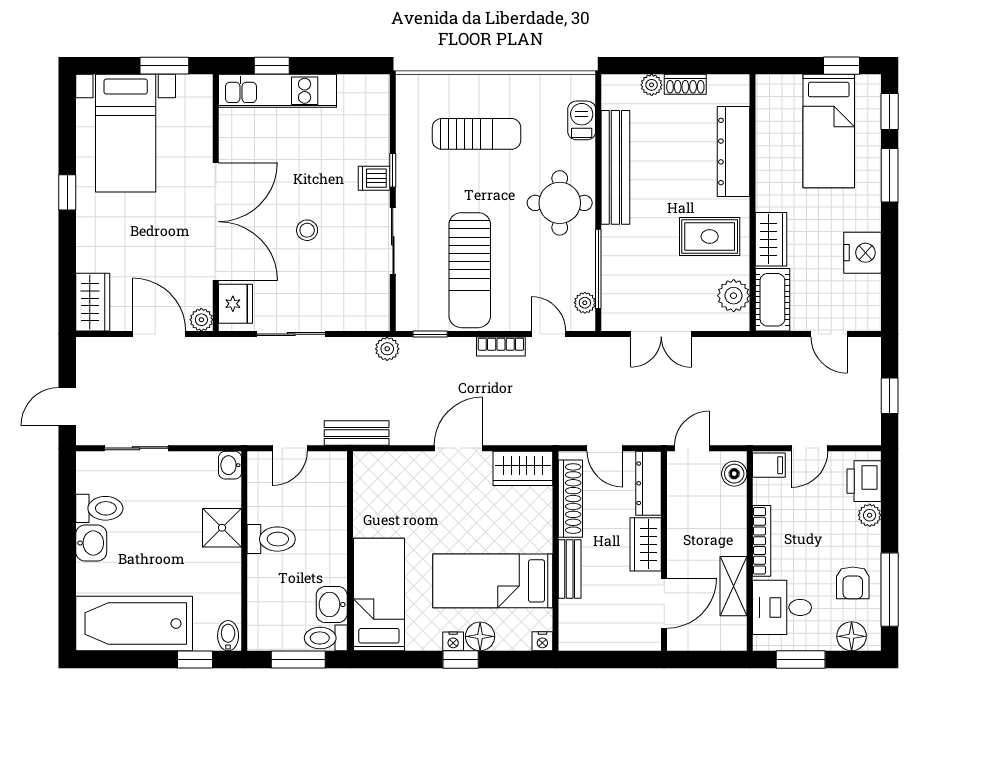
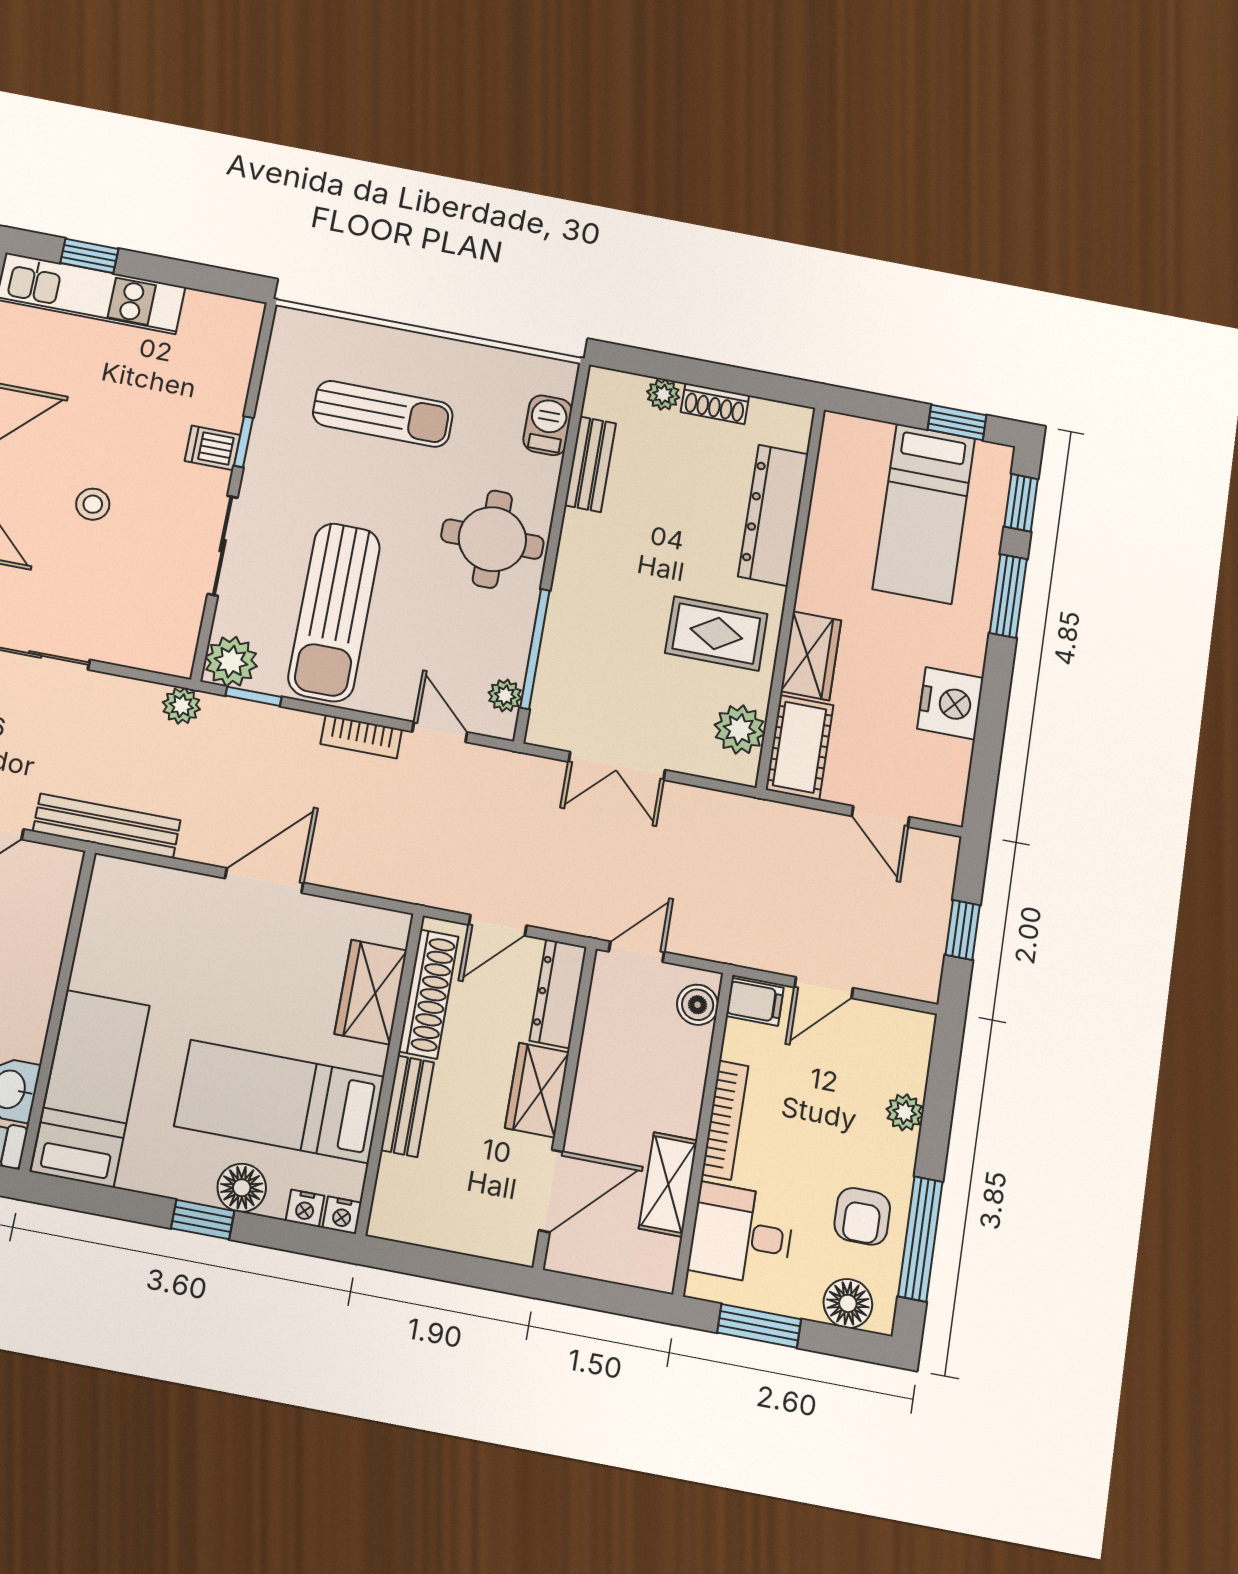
bench: (615, 167) -> (590, 464), width x0.54, depth x0.82
plant: (412, 315) -> (231, 661), added
bench: (357, 433) -> (107, 826), width x1.36
door: (605, 448) -> (498, 925), hinge flipped
wardrobe: (523, 468) -> (371, 992), moved, turned 90
printer: (864, 481) -> (904, 1056), removed
nightstand: (453, 641) -> (305, 1208), moved

